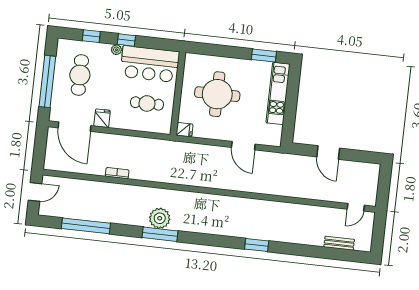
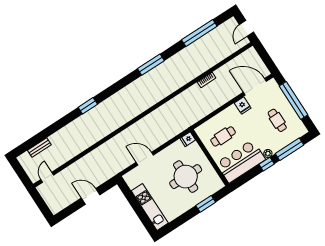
window: (91, 36) -> (290, 149), width x2.17
window: (264, 55) -> (206, 204), moved
cafe table: (80, 75) -> (277, 120), width x0.73, depth x0.74
plant: (160, 218) -> (159, 74), removed

